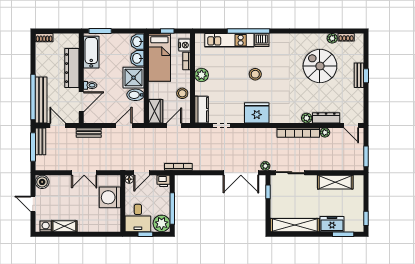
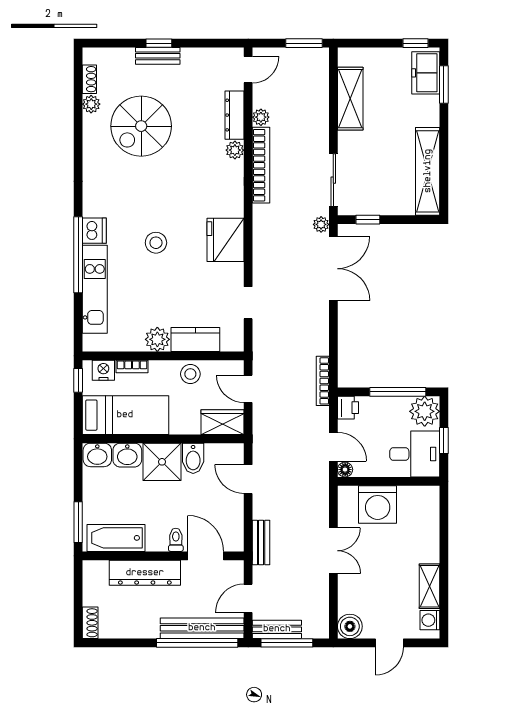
window: (167, 31) -> (78, 380), moved
kitchen counter: (201, 110) -> (195, 339), moved
freezer: (332, 224) -> (426, 73), moved

